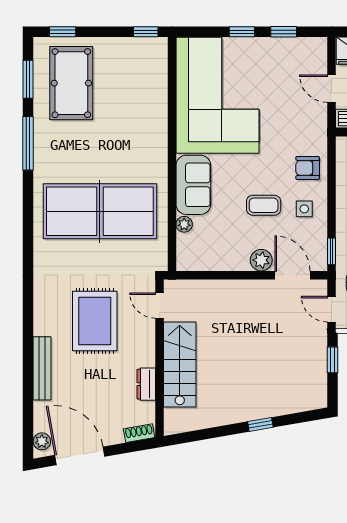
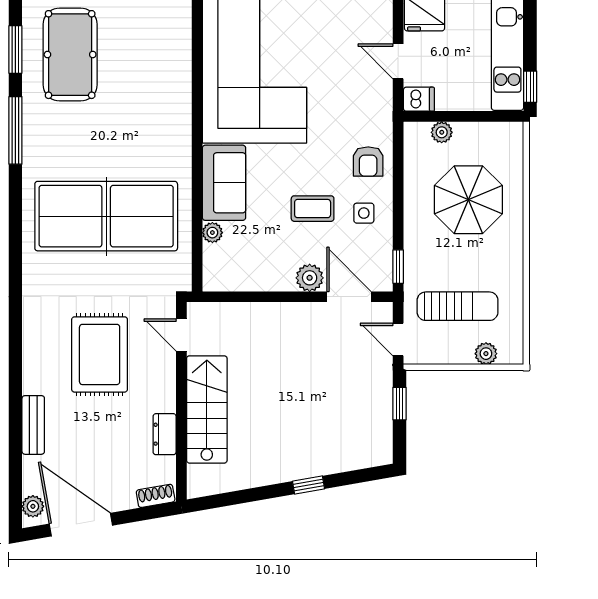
armchair: (308, 168) -> (368, 161), turned -90
bench: (42, 368) -> (33, 425), width x0.73

